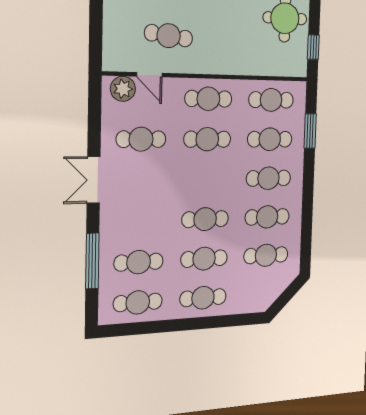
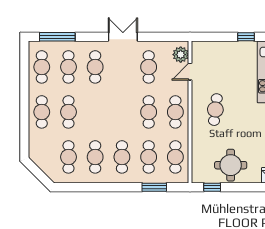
cafe table: (169, 36) -> (215, 110), moved
cafe table: (205, 219) -> (95, 67), moved
window: (92, 261) -> (57, 37), moved

